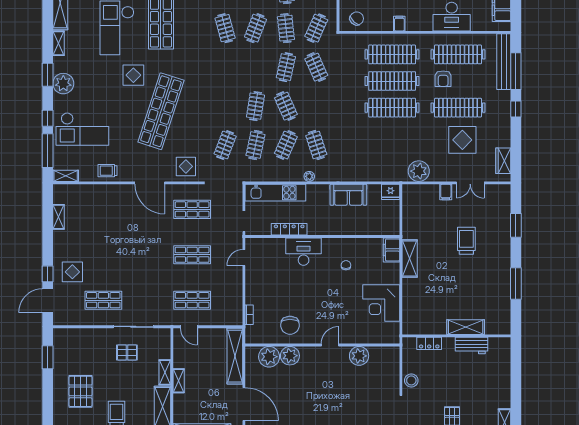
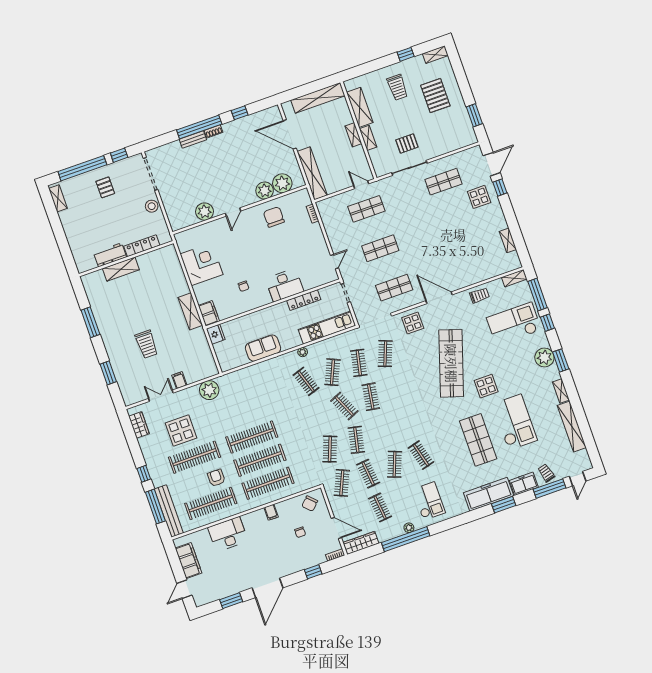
clothes rail: (316, 67) -> (330, 449), turned 45
fridge: (391, 192) -> (216, 334), moved, turned 90
locker: (429, 343) -> (142, 246), width x1.53

